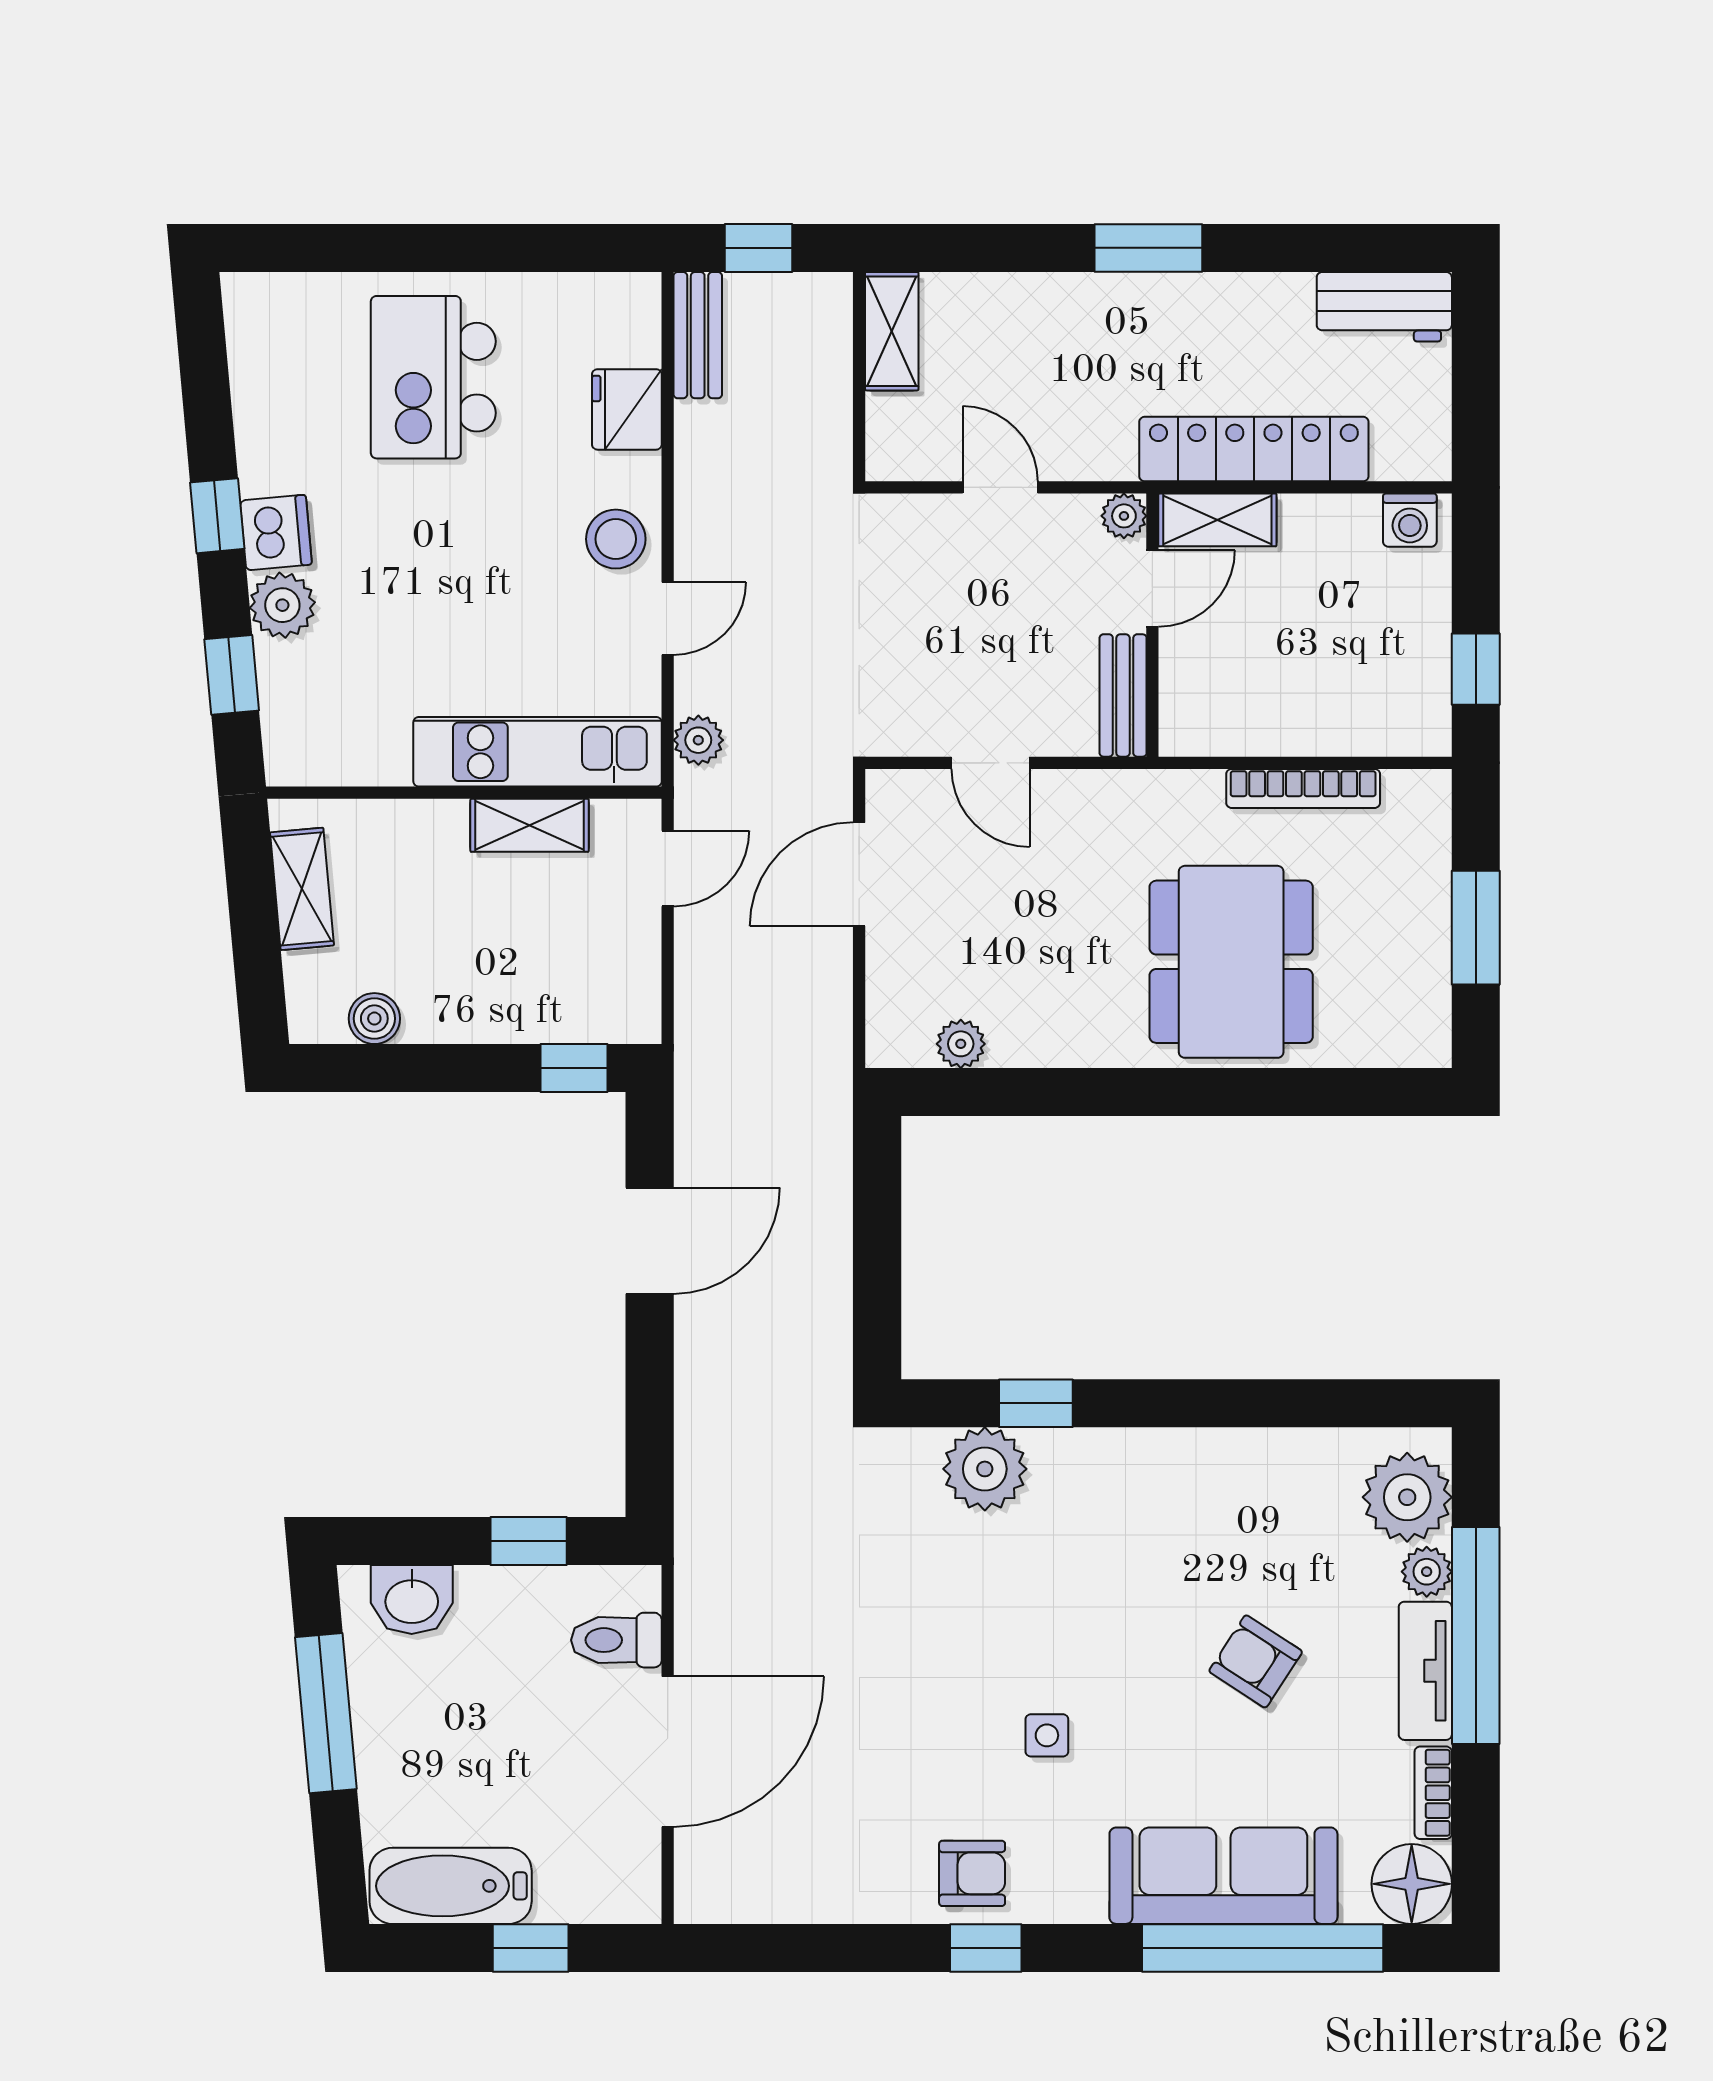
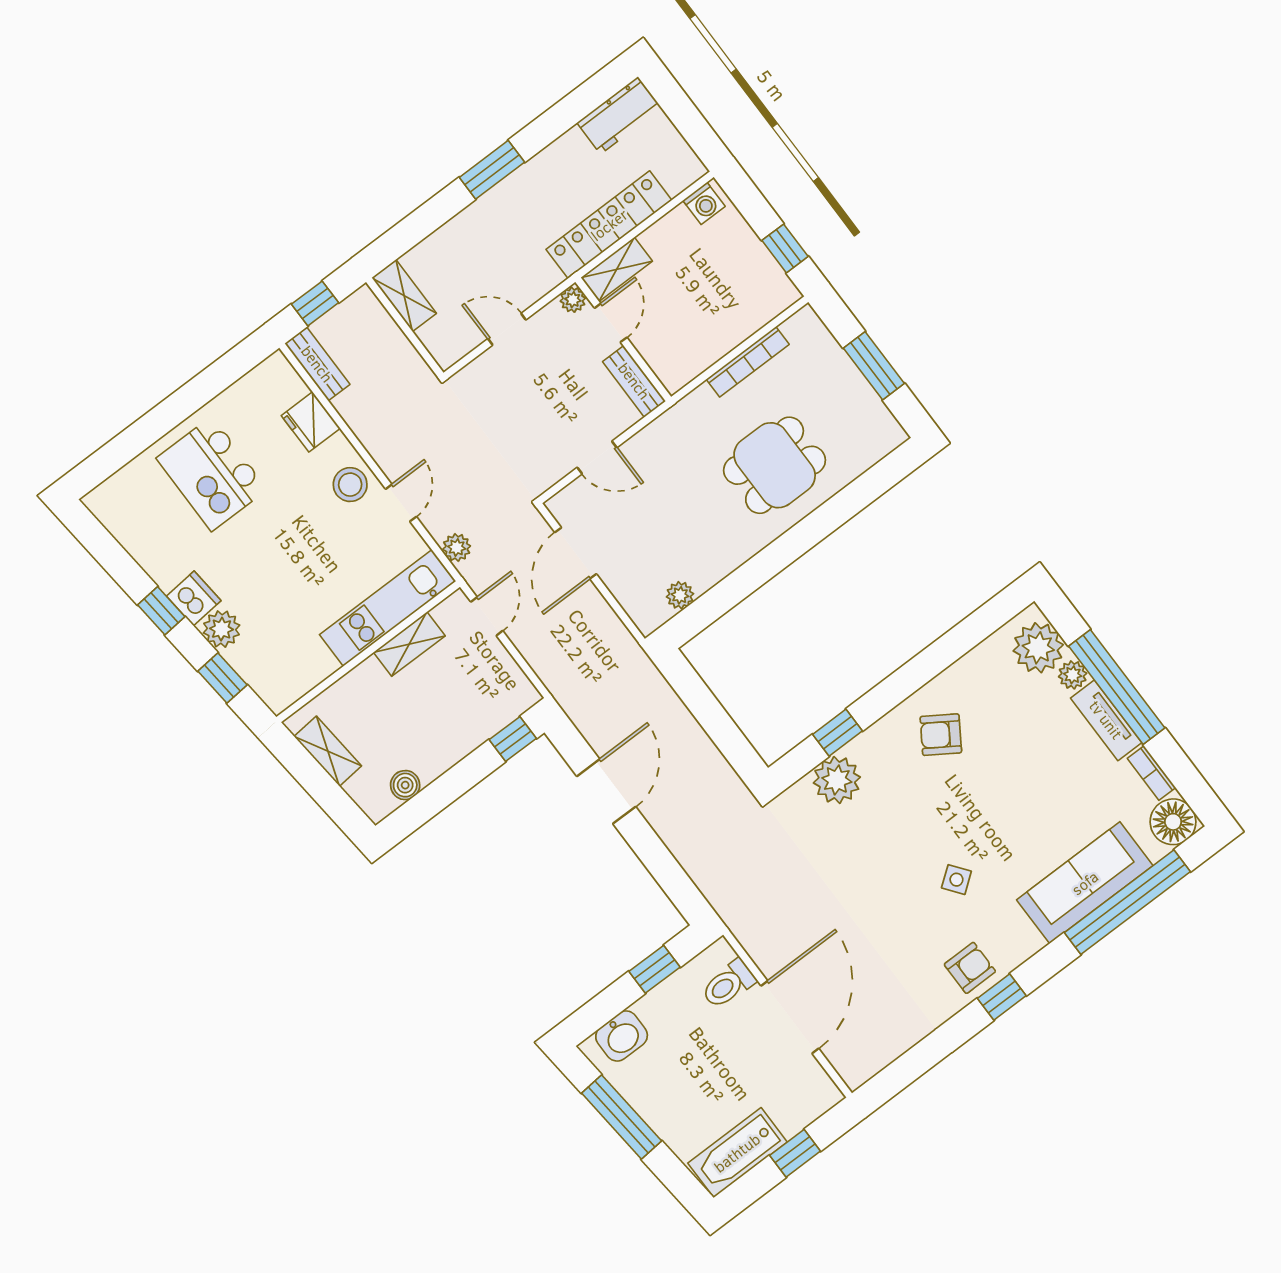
dining table: (1231, 962) -> (775, 465), width x0.73
armchair: (1256, 1661) -> (941, 735), moved
side table: (1047, 1735) -> (956, 880), turned -37

